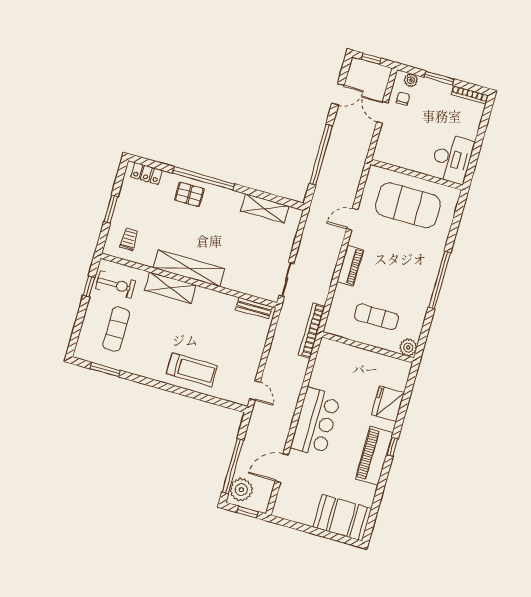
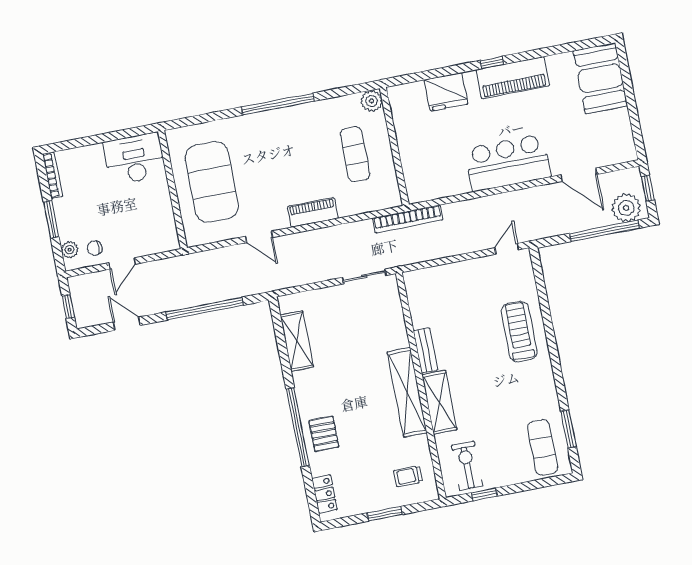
bench: (254, 308) -> (426, 350), moved
exercise mat: (116, 329) -> (543, 448), moved, turned 90

